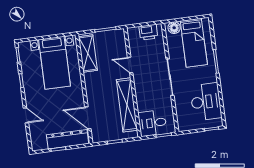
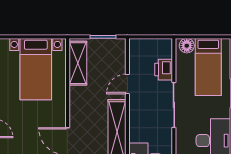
printer: (148, 32) -> (164, 70), moved, turned 90
door: (130, 65) -> (127, 84), hinge flipped

